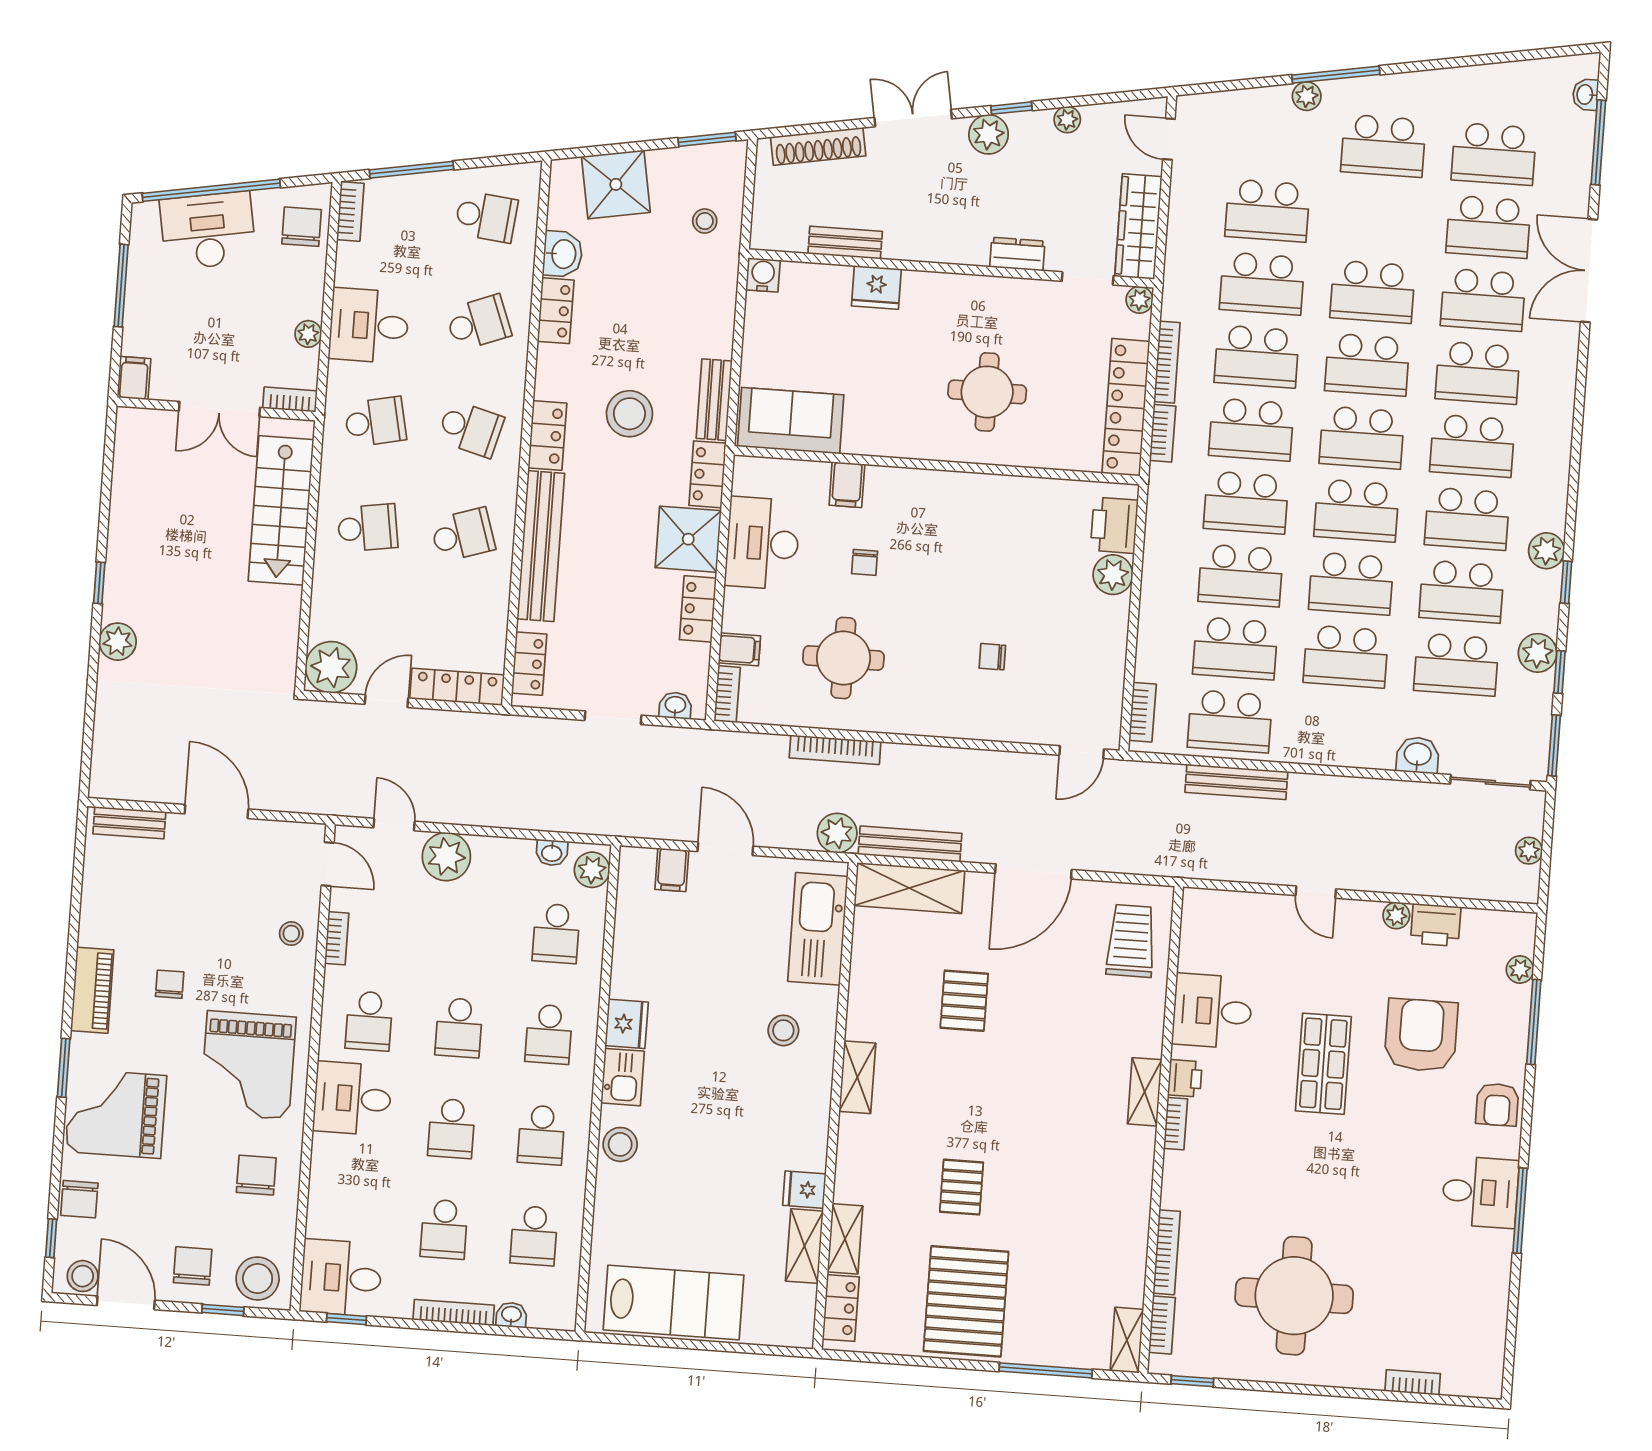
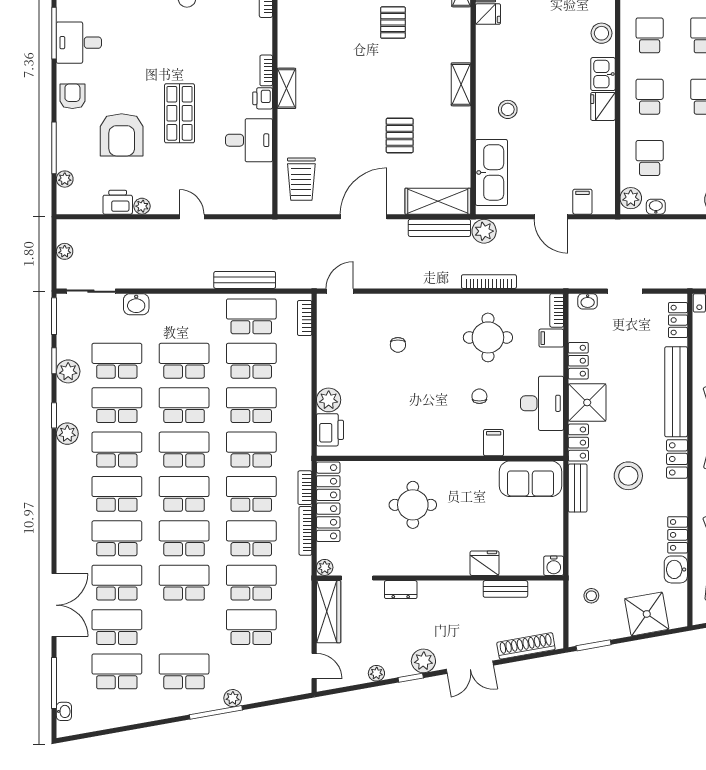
chair: (992, 657) -> (398, 345), turned 90

